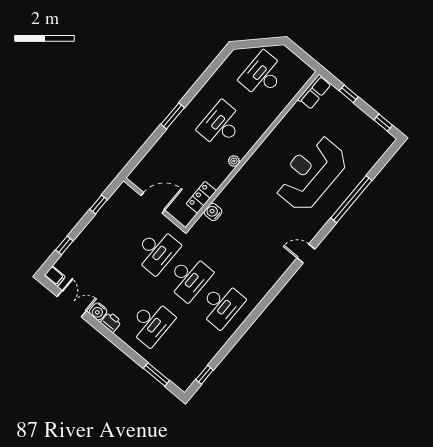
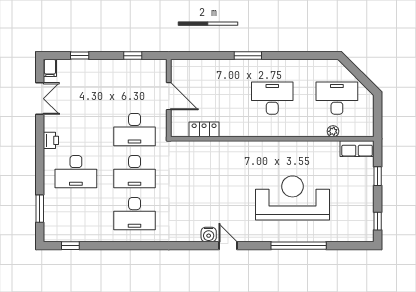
plant: (234, 161) -> (333, 131), moved
water cooler: (213, 212) -> (209, 235), moved, turned 180
water cooler: (98, 311) -> (51, 124), removed

